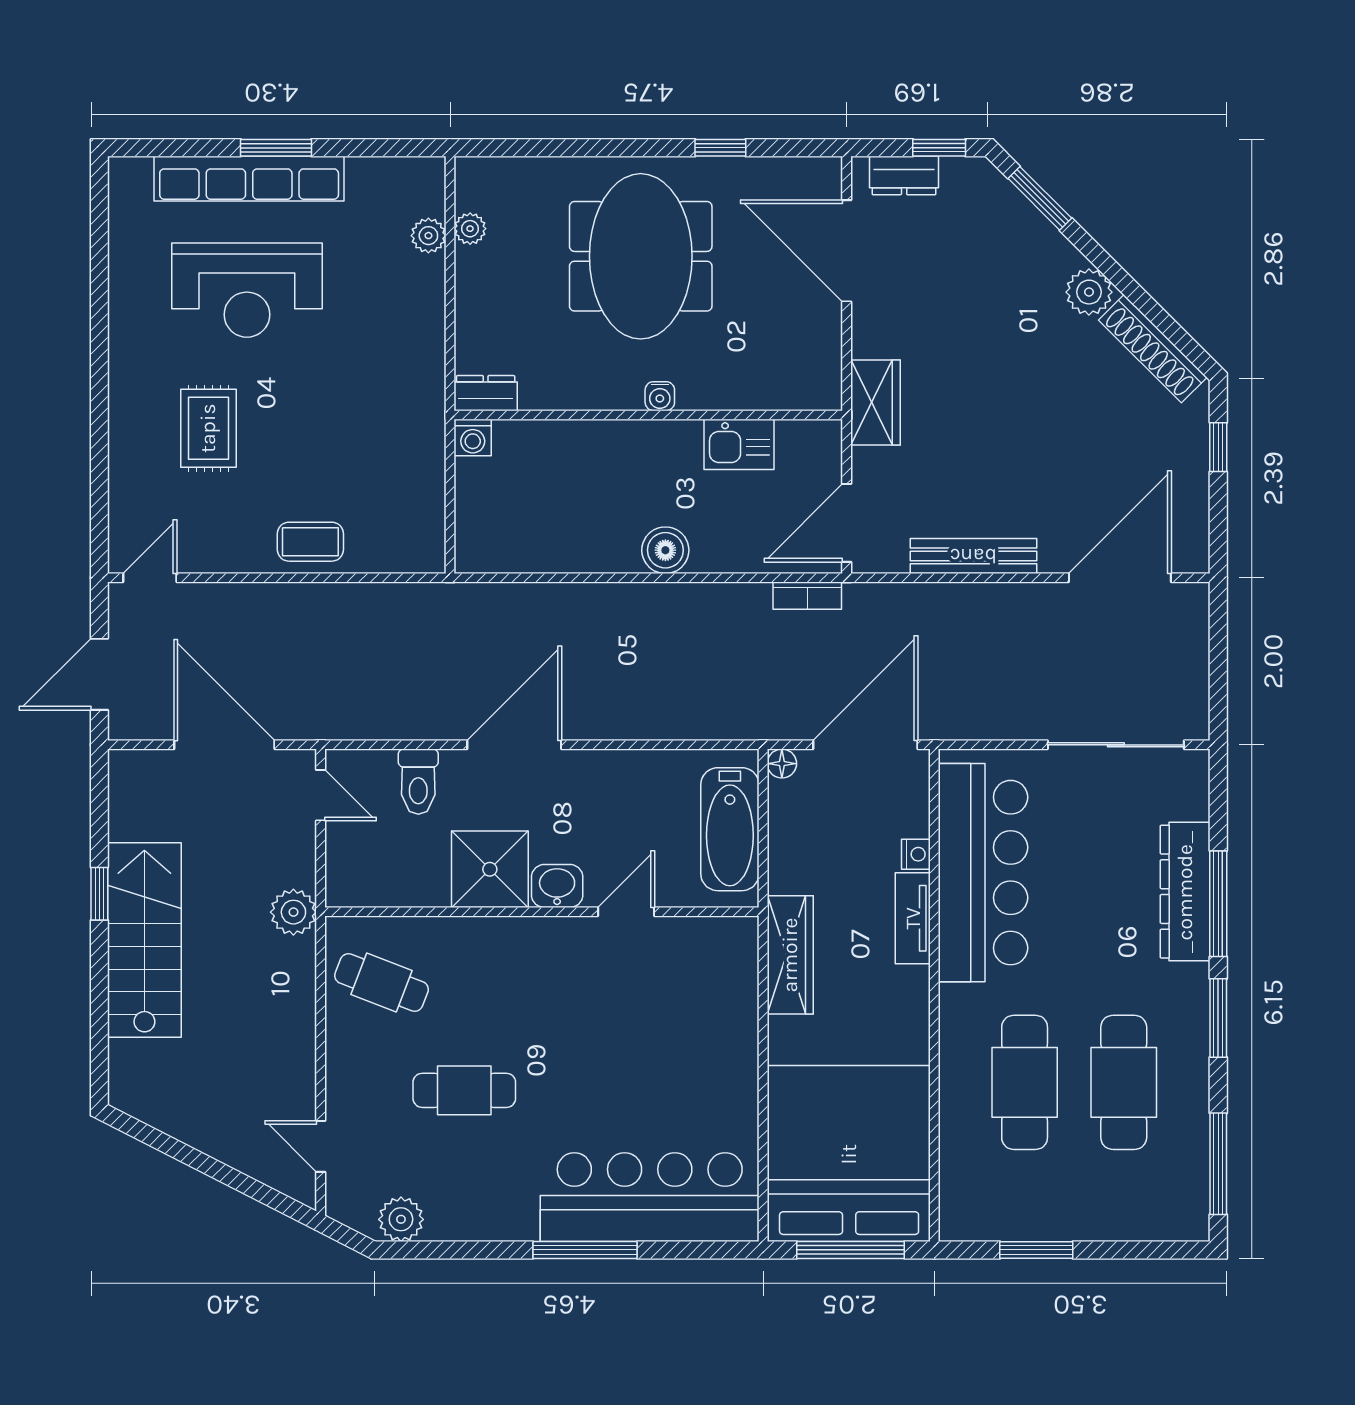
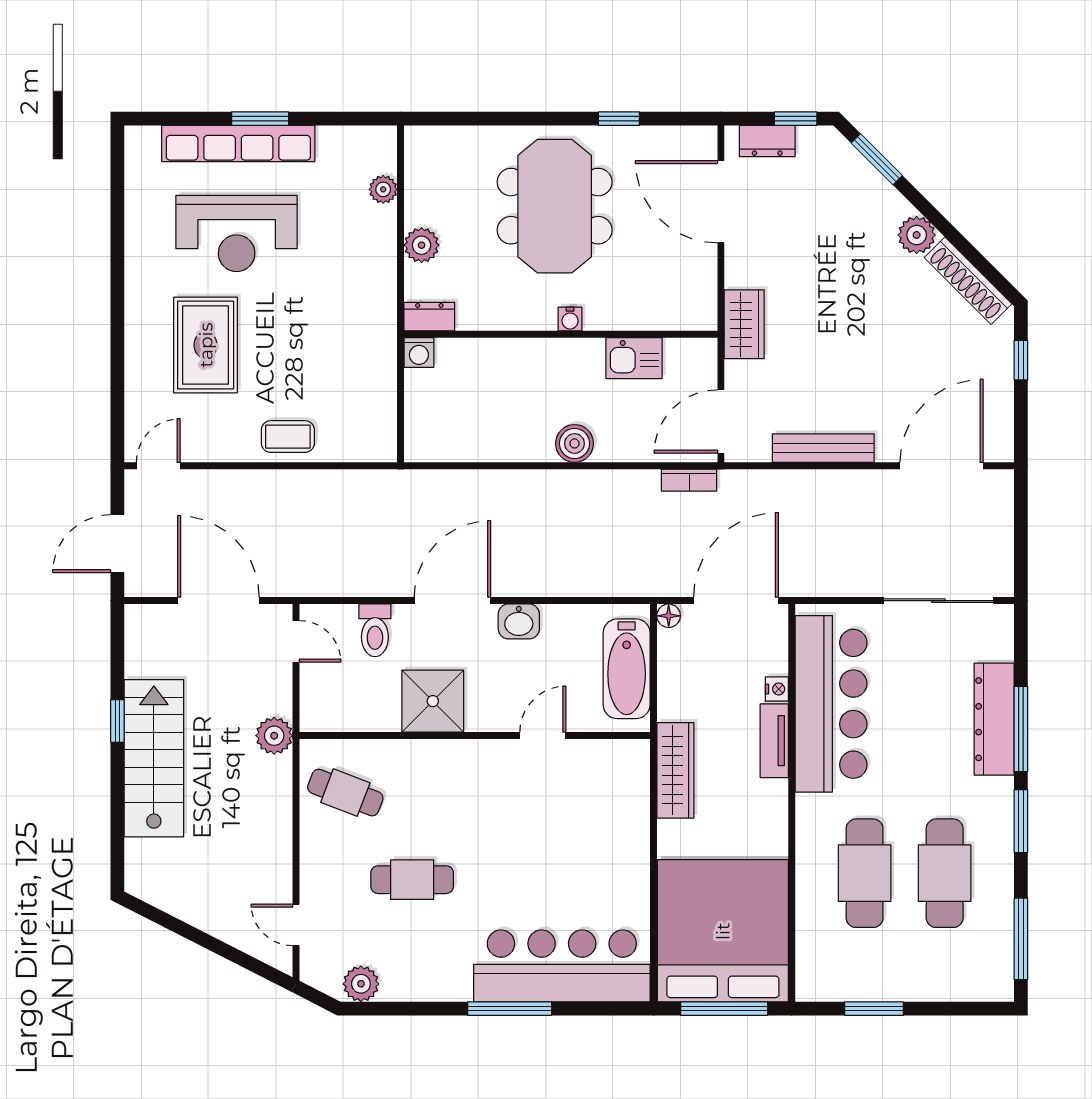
plant: (470, 229) -> (422, 245), moved, width x1.38, depth x1.38
rug: (208, 428) -> (206, 345), width x1.36, depth x1.43
washbasin: (557, 886) -> (519, 621), moved, turned 180

